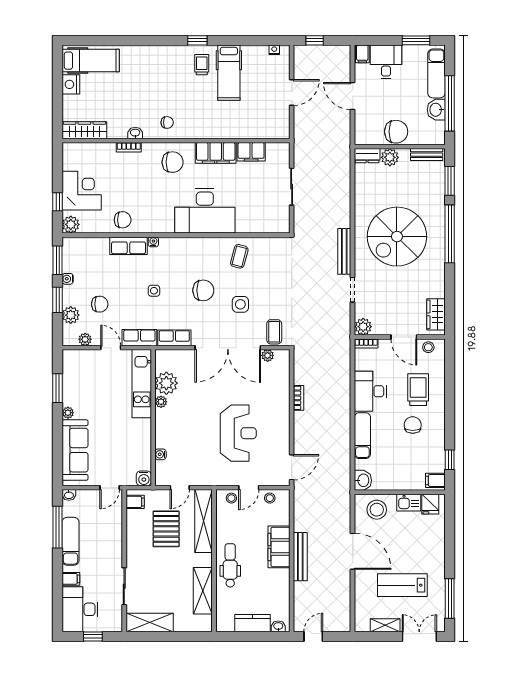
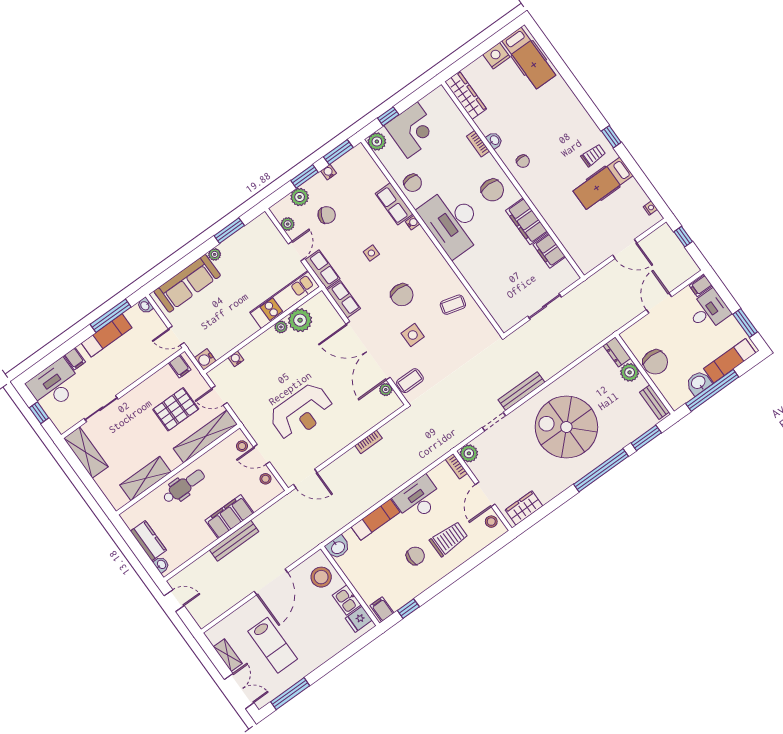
desk: (205, 211) -> (452, 222), moved
chair: (100, 304) -> (327, 215), turned -67
lab bench: (402, 585) -> (273, 645), turned 180

